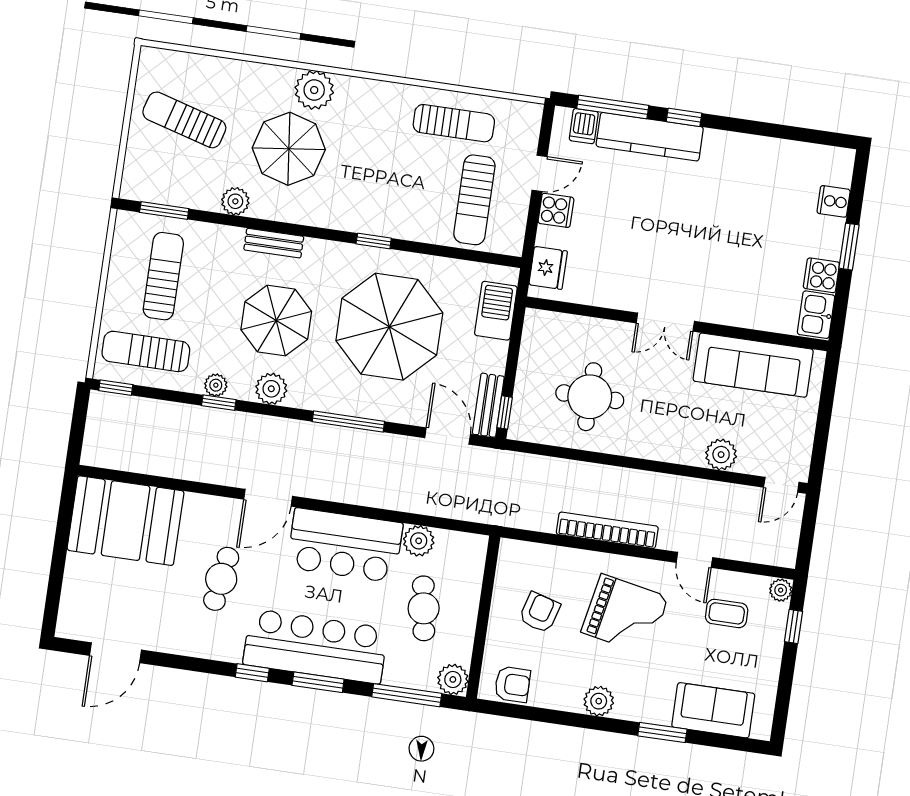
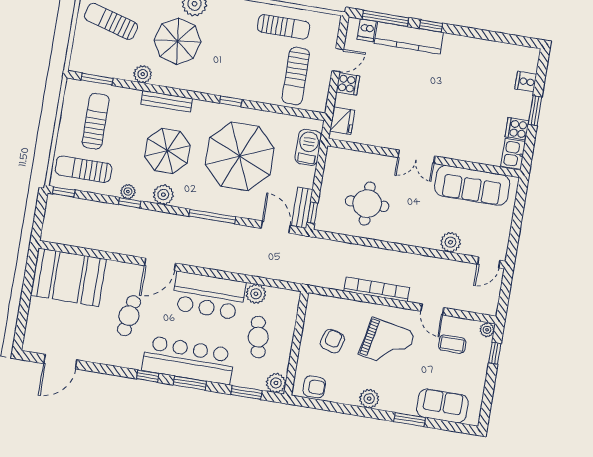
bench: (274, 243) -> (167, 101), width x1.36
window: (407, 695) -> (246, 392), width x0.69

